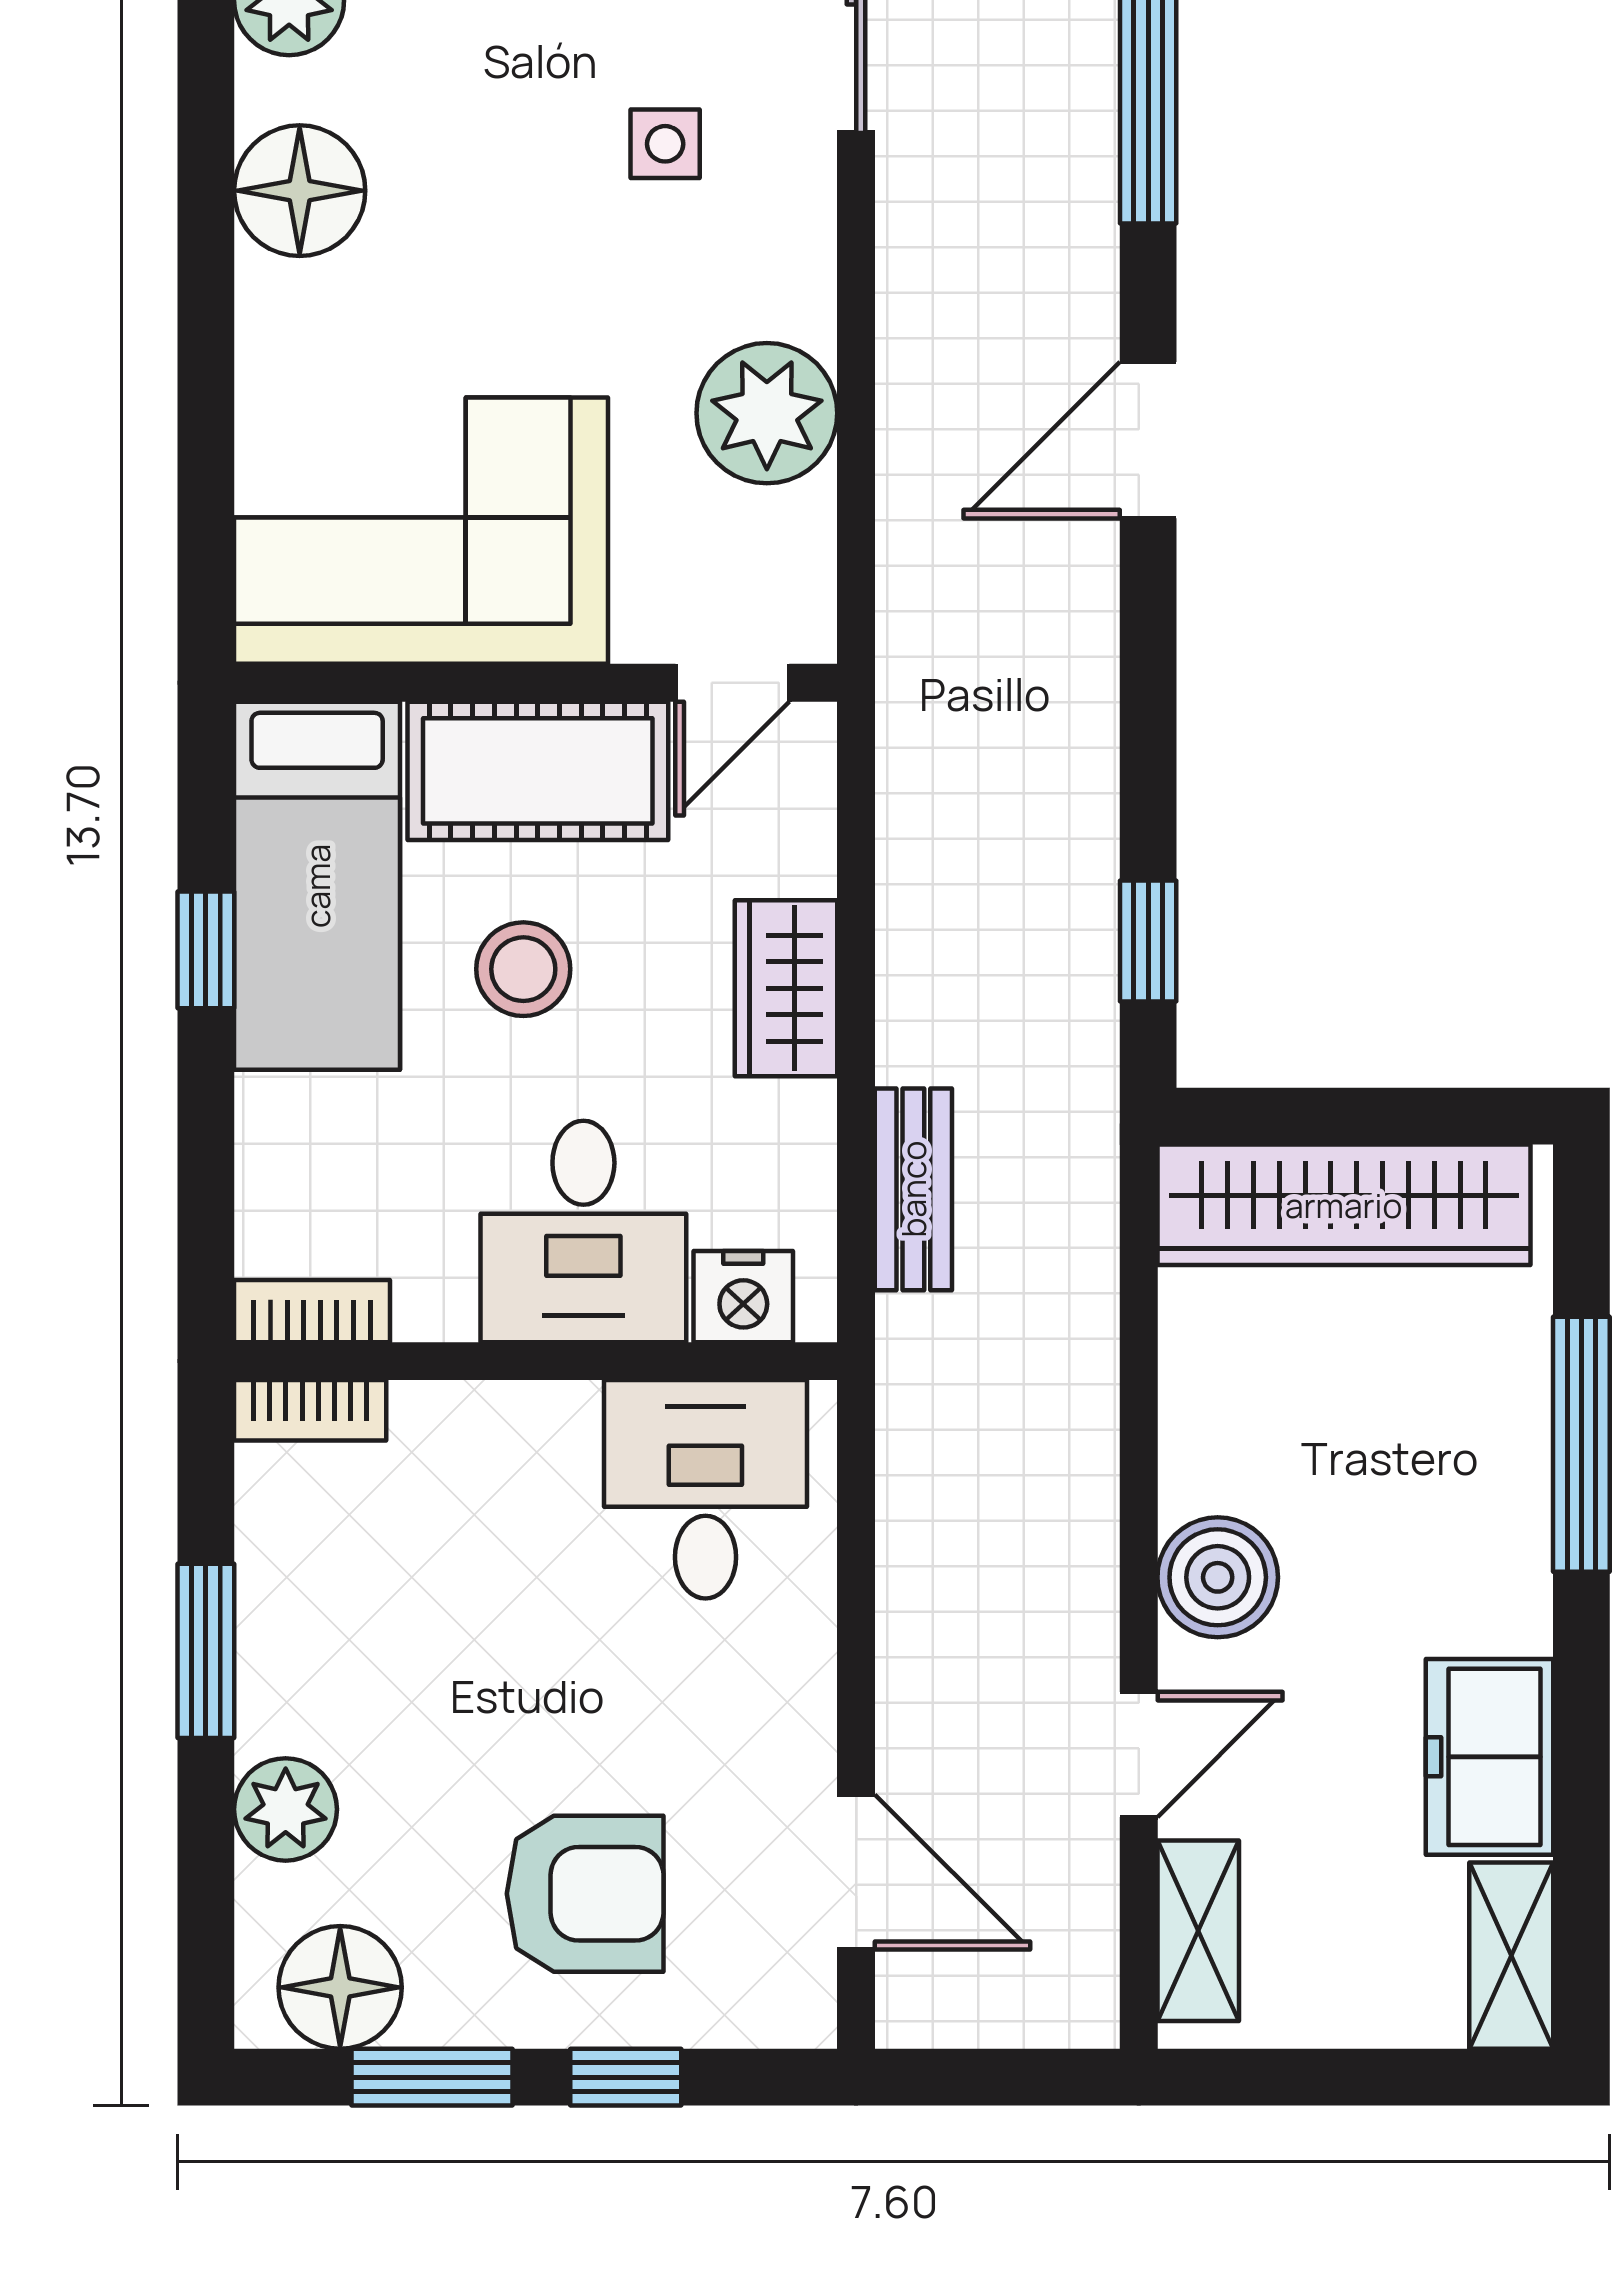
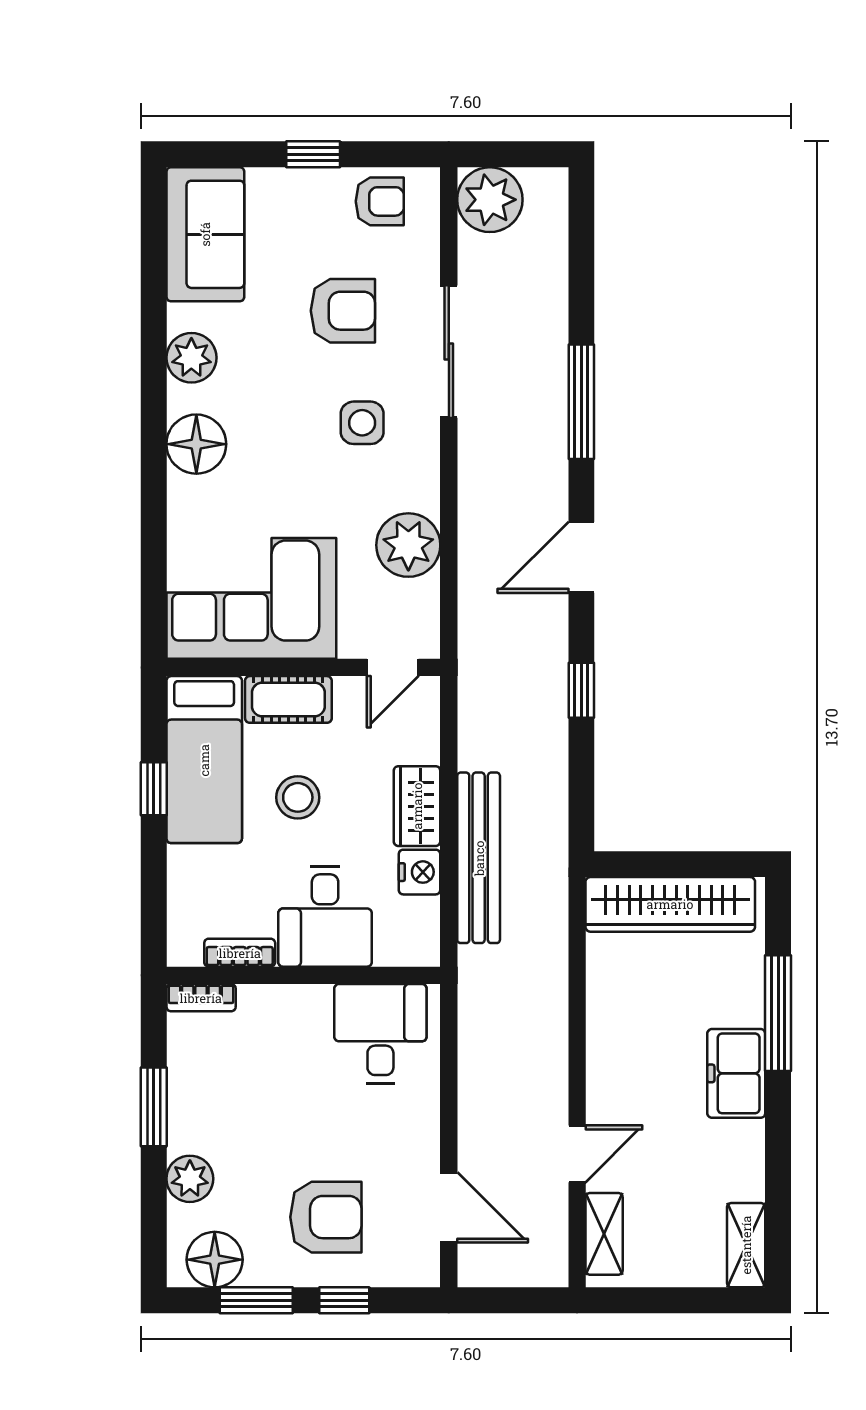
side table: (665, 144) -> (362, 423), width x1.37, depth x1.37
cot: (538, 771) -> (288, 699), width x0.73, depth x0.75
window: (1148, 941) -> (581, 690), moved
bench: (913, 1189) -> (479, 858), width x1.86, depth x1.21
nightstand: (743, 1297) -> (420, 872), moved, turned -90
bookcase: (312, 1311) -> (240, 953), moved
boiler: (1218, 1577) -> (613, 1073), removed
freezer: (1489, 1757) -> (736, 1073), moved

